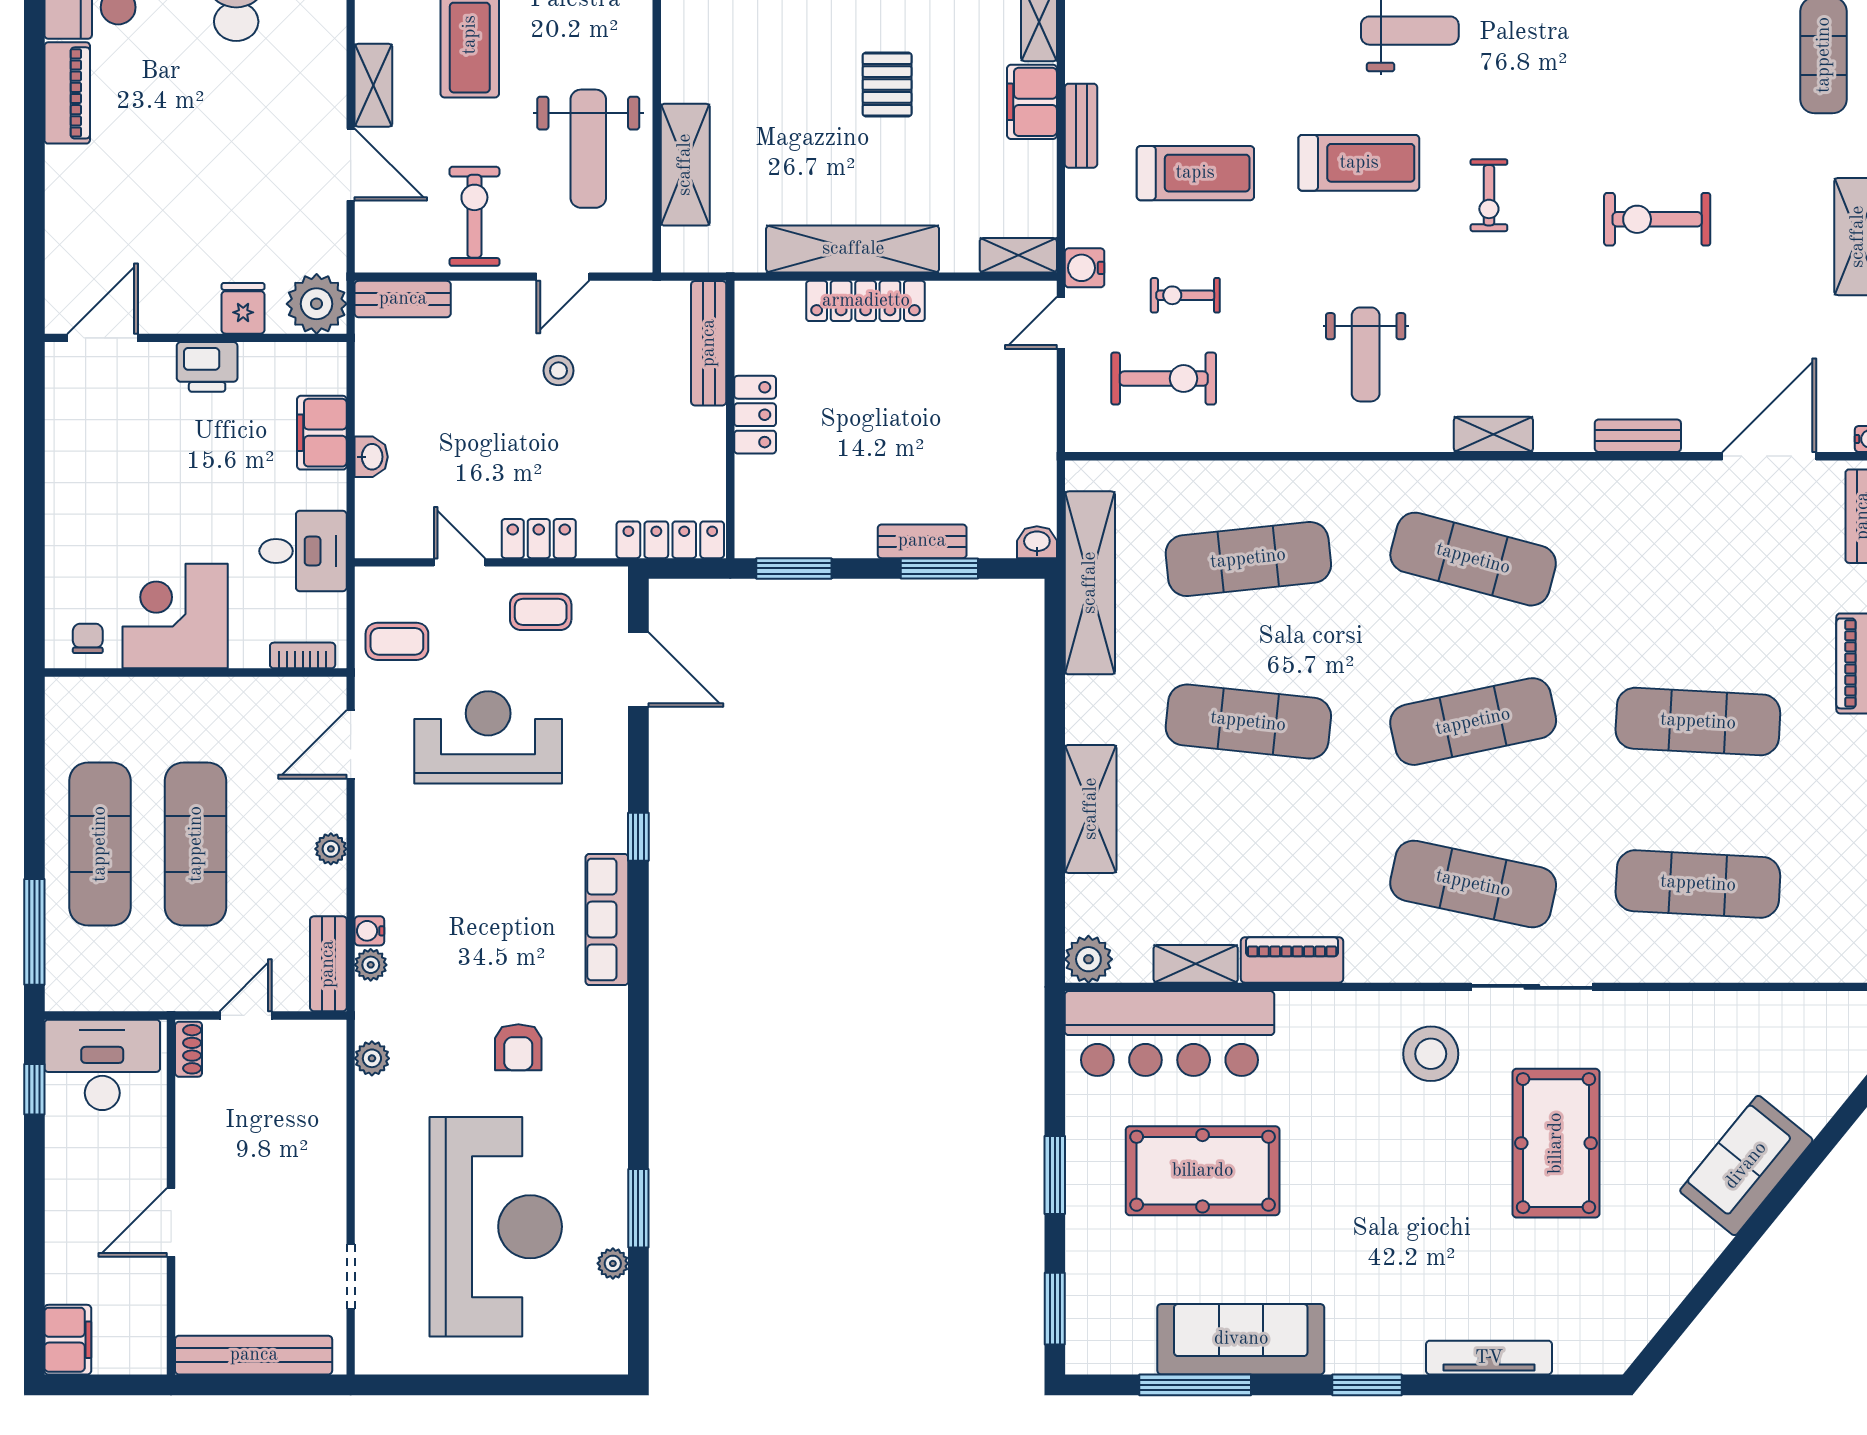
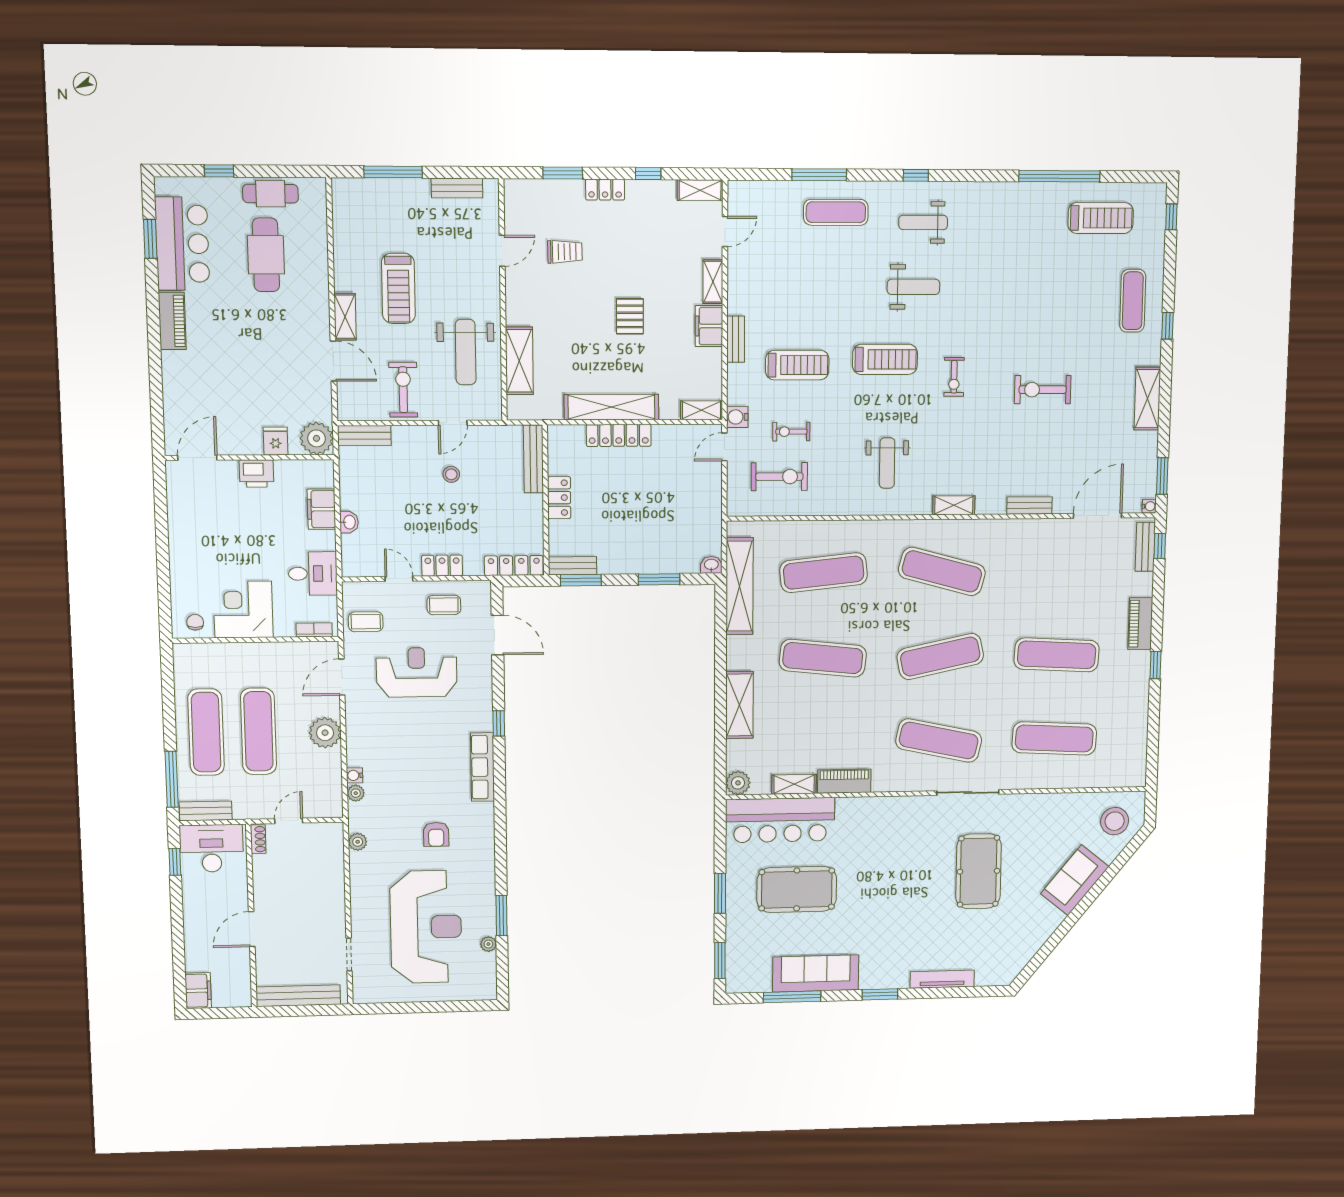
bench: (922, 541) -> (573, 566), moved
plant: (331, 849) -> (325, 733), width x1.88, depth x1.88
bench: (328, 964) -> (206, 811), moved, turned 90
stool: (1431, 1054) -> (1115, 821), moved

